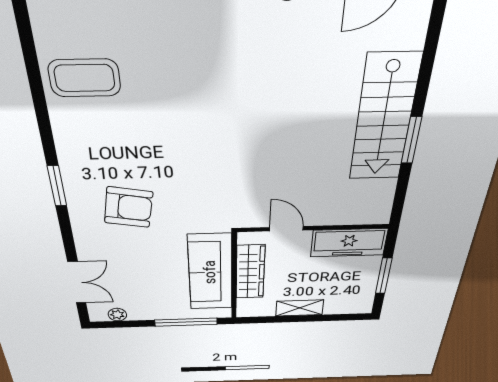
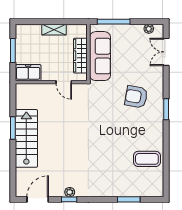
freezer: (349, 243) -> (28, 73), width x0.71

